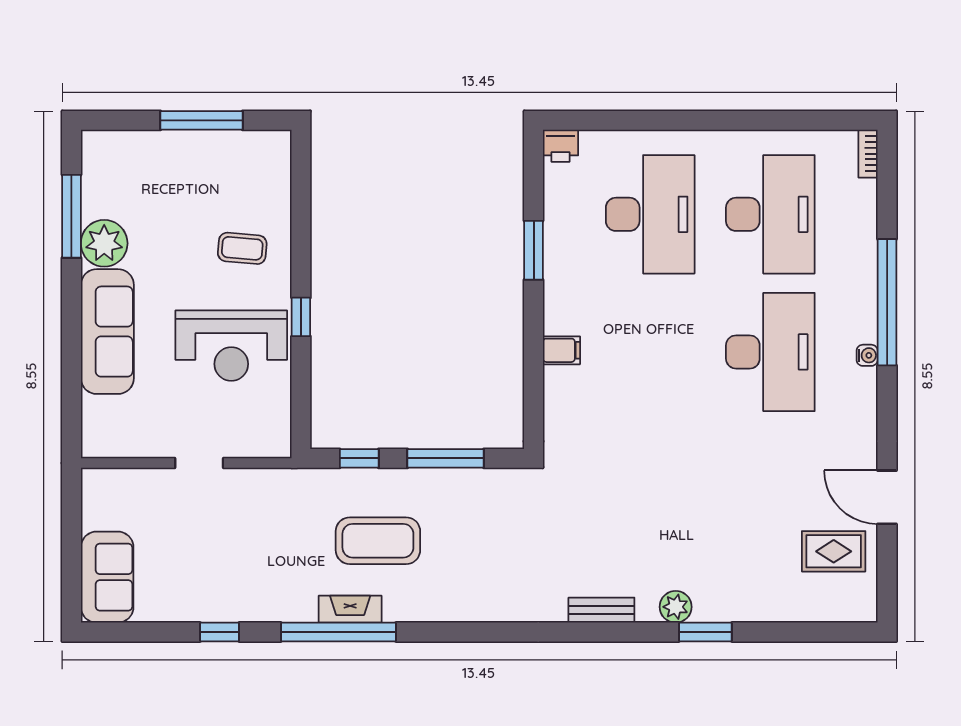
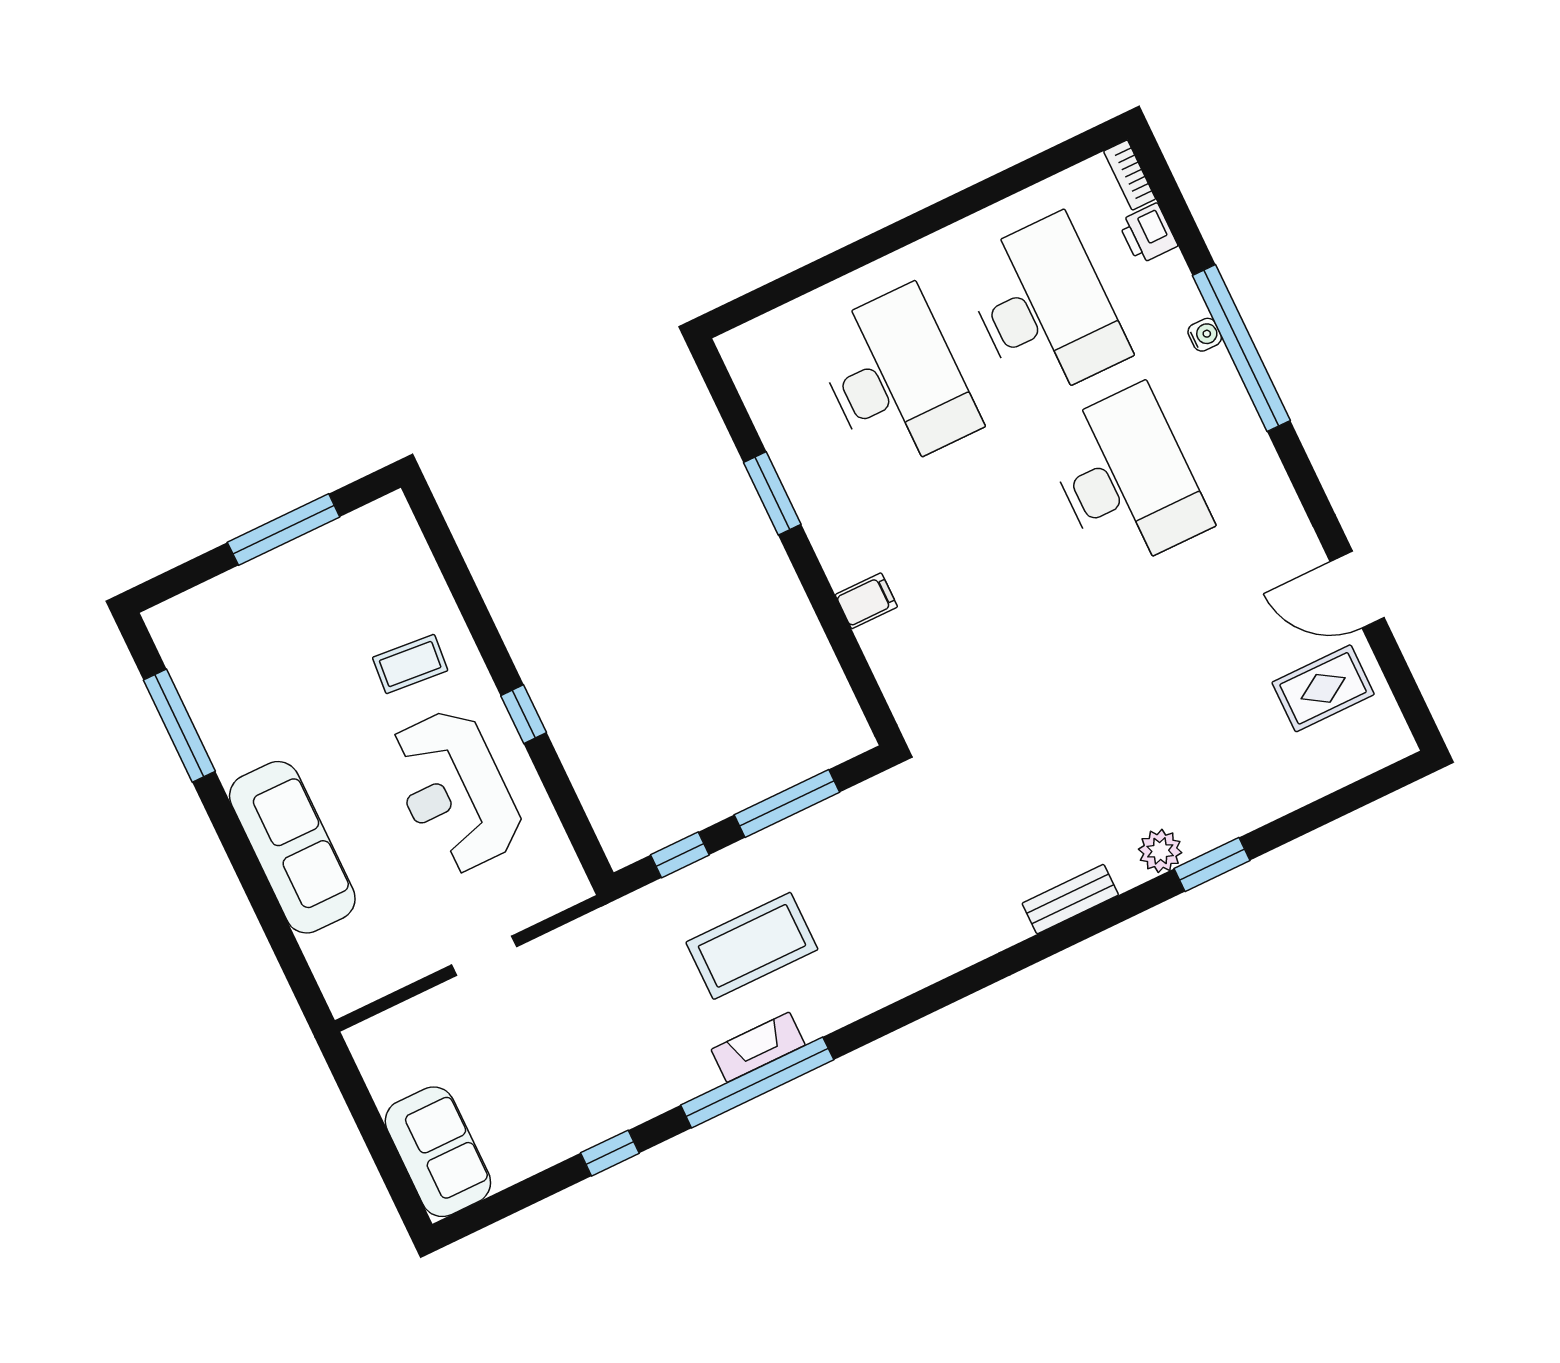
printer: (560, 146) -> (1148, 234), moved, turned 90
plant: (104, 243) -> (236, 740), removed
reception desk: (231, 346) -> (454, 791), turned 90
water cooler: (867, 355) -> (1205, 335), moved

